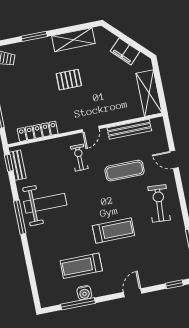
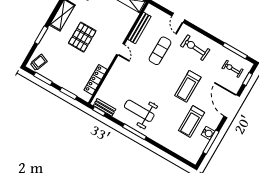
pallet: (69, 80) -> (82, 37), width x1.50, depth x1.42
exercise bike: (79, 158) -> (233, 69), moved
door: (174, 160) -> (178, 18), hinge flipped
weight bench: (45, 203) -> (139, 111), turned -90
treadmill: (114, 231) -> (188, 86), turned 180
door: (133, 293) -> (232, 106), width x1.88

